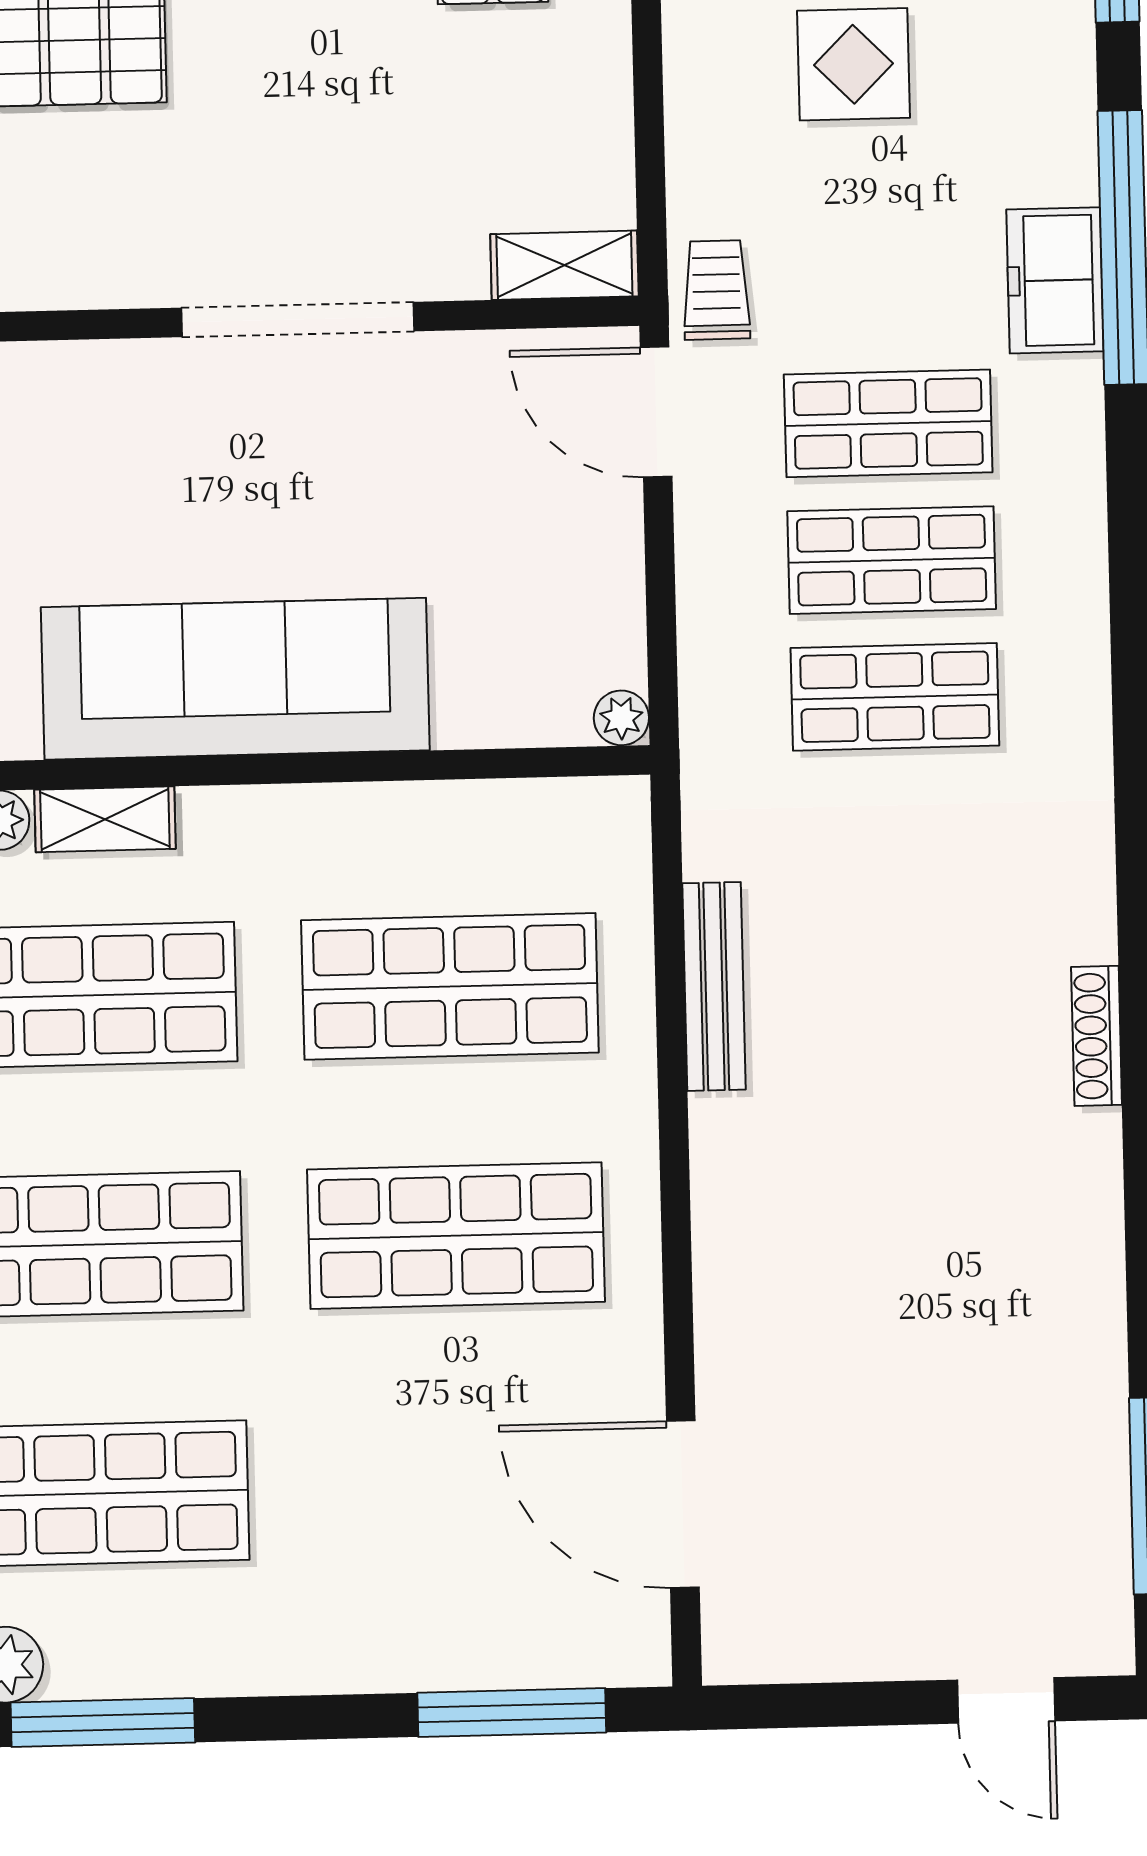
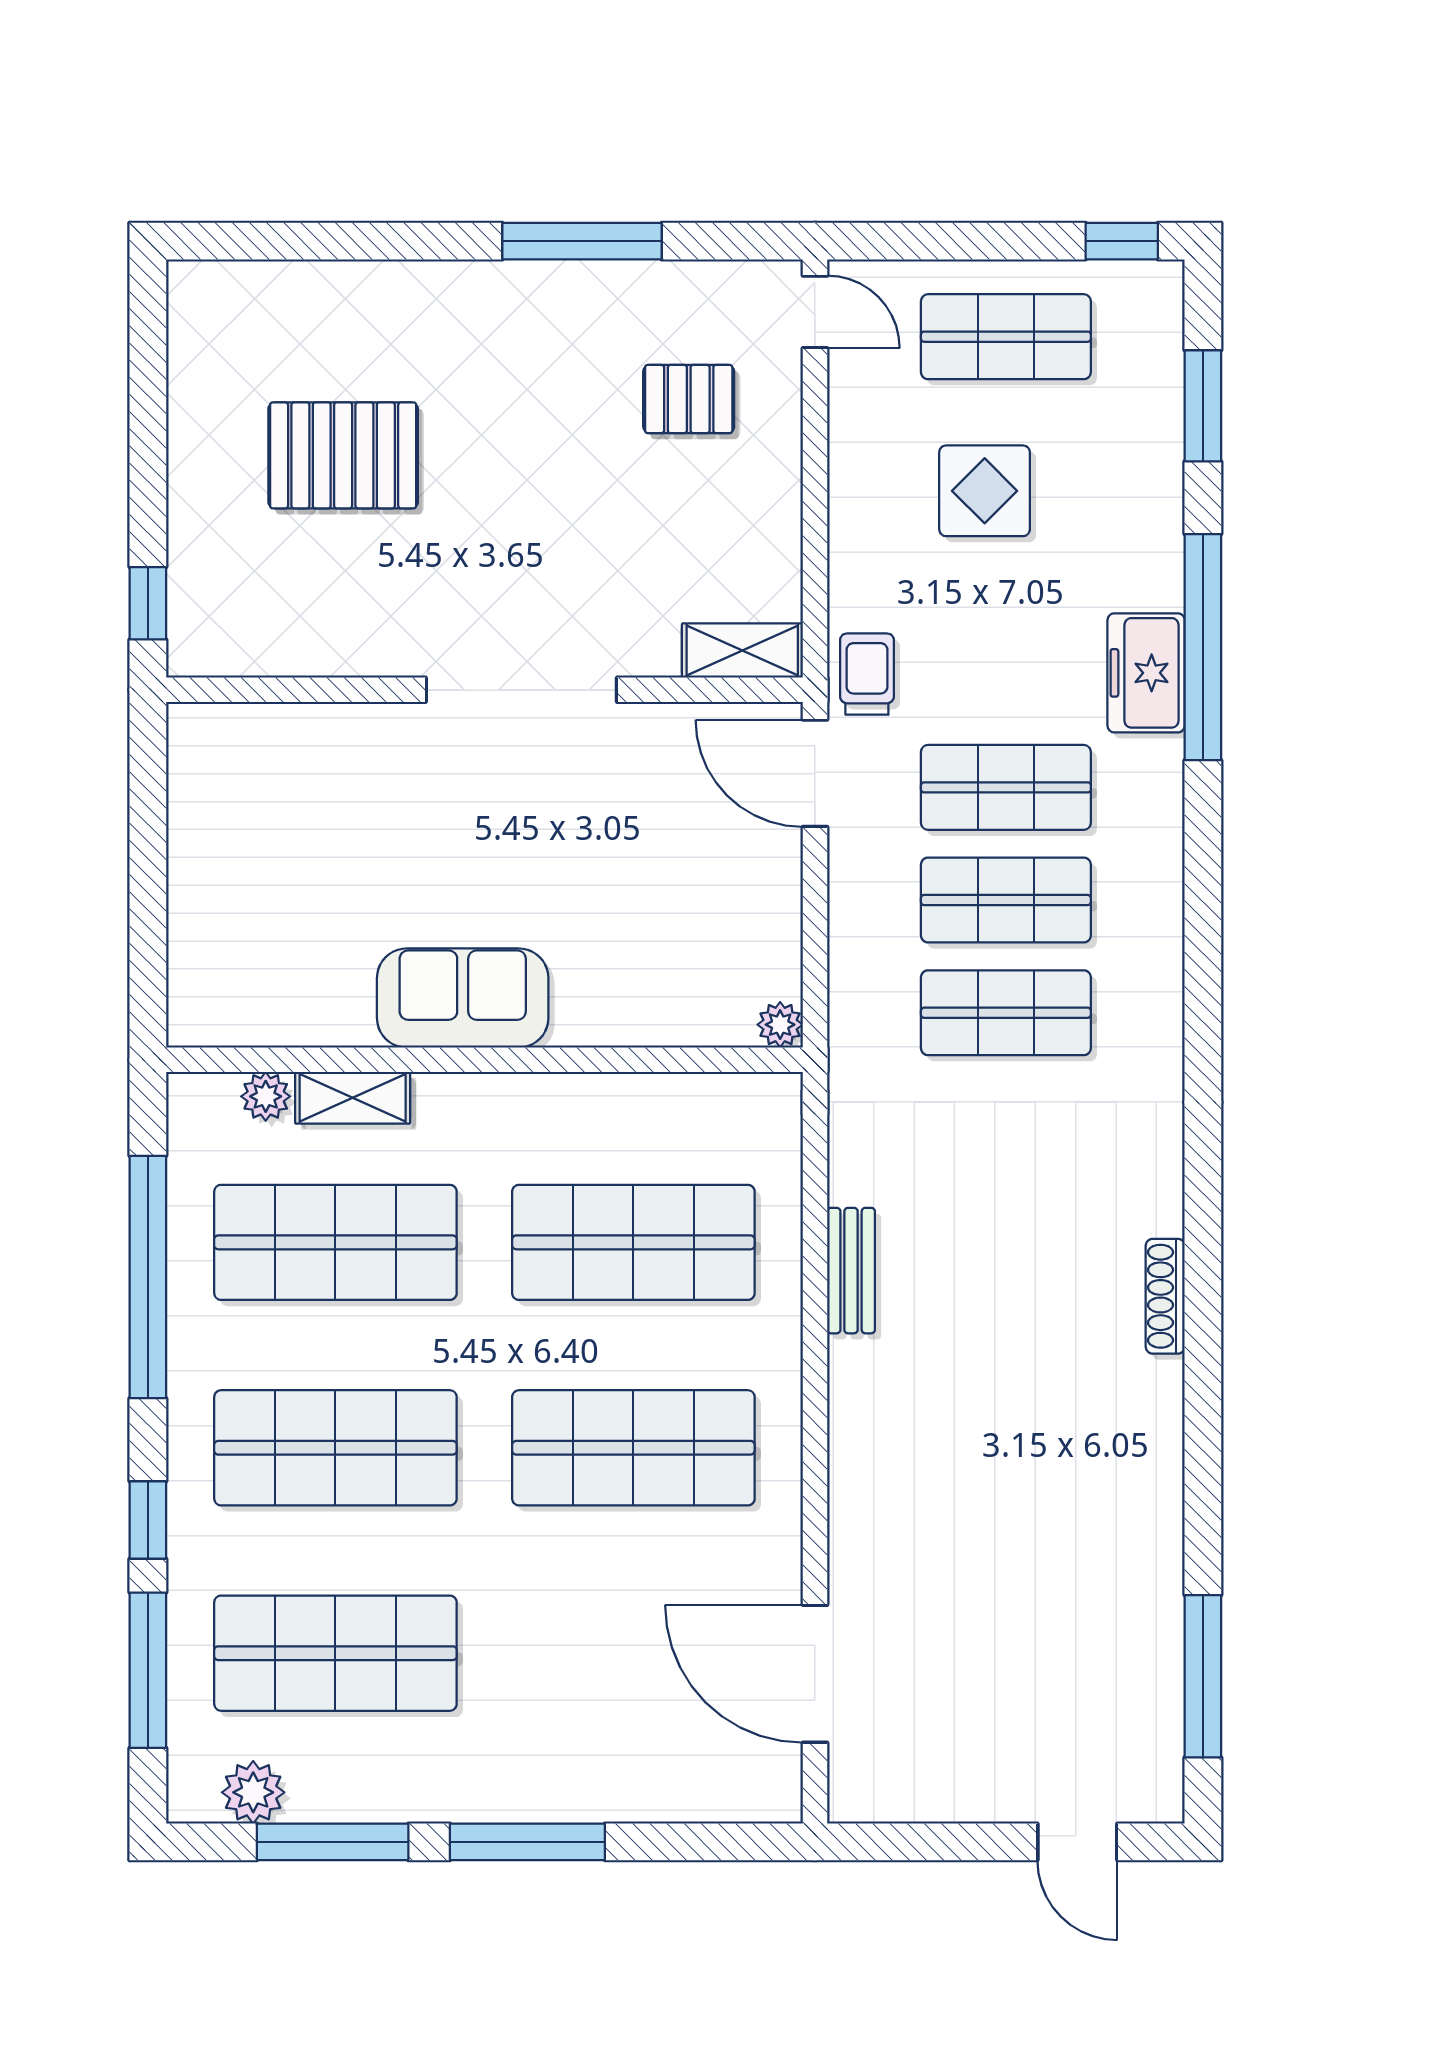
sofa: (235, 679) -> (463, 998), width x0.54, depth x0.79
bench: (714, 986) -> (851, 1271), width x0.73
window: (512, 1713) -> (527, 1842), moved

